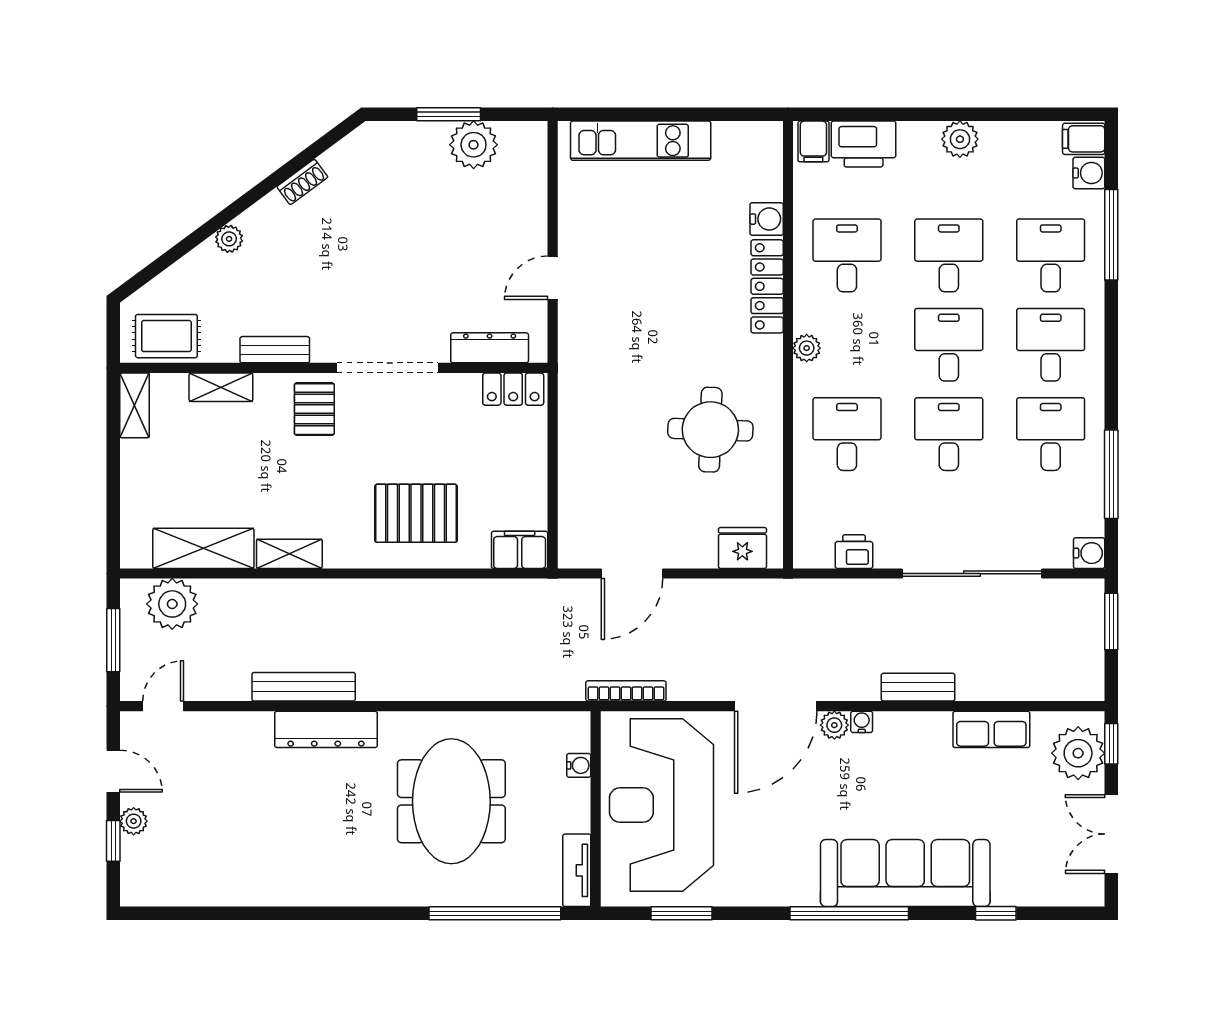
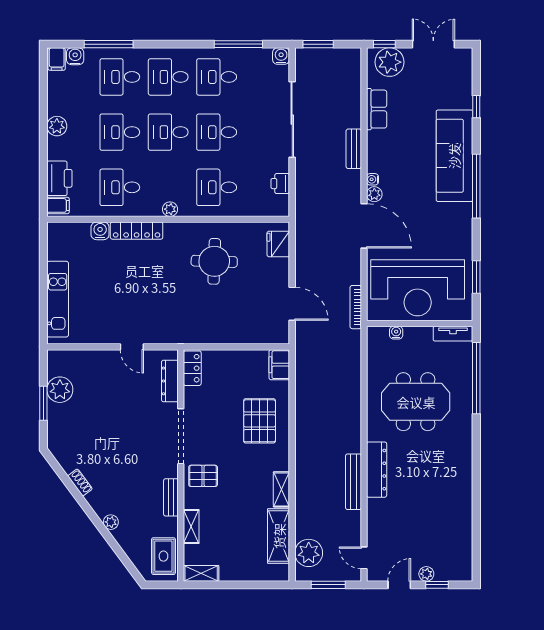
double door: (1111, 834) -> (433, 44), swing flipped

